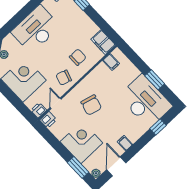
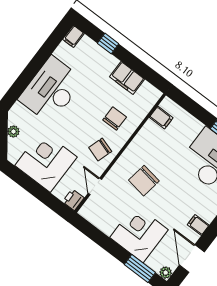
filing cabinet: (103, 42) -> (127, 78), moved
chair: (91, 105) -> (144, 181), turned 84
printer: (48, 120) -> (89, 211), removed

